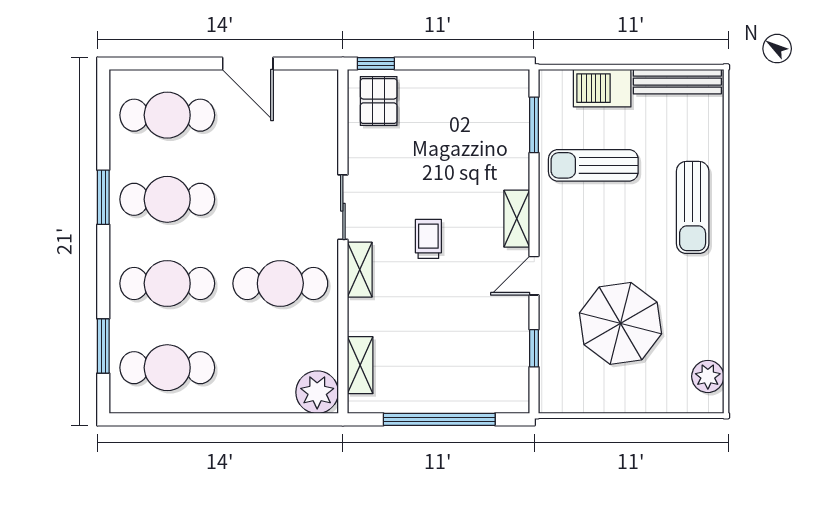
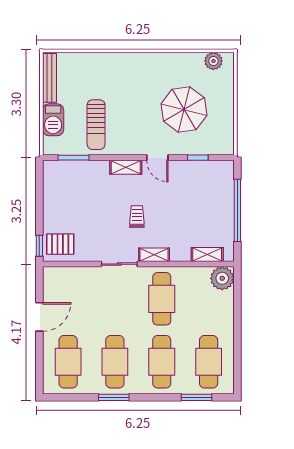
sun lounger: (693, 207) -> (119, 69), removed
trolley: (428, 239) -> (137, 216), turned 90

